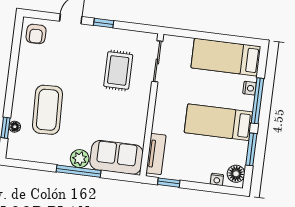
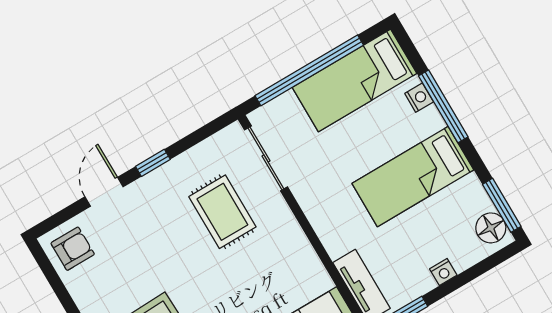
armchair: (36, 34) -> (73, 249), turned -90
window: (209, 36) -> (309, 70), added
window: (251, 149) -> (502, 205), moved
nightstand: (217, 179) -> (443, 272), moved

